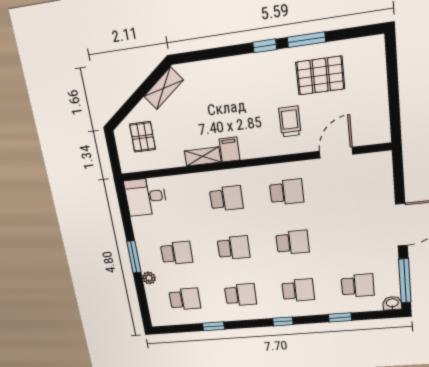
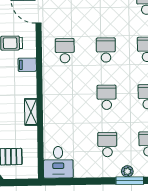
filing cabinet: (229, 149) -> (27, 65), moved
school desk: (226, 198) -> (66, 98), removed
window: (134, 257) -> (130, 181), moved

